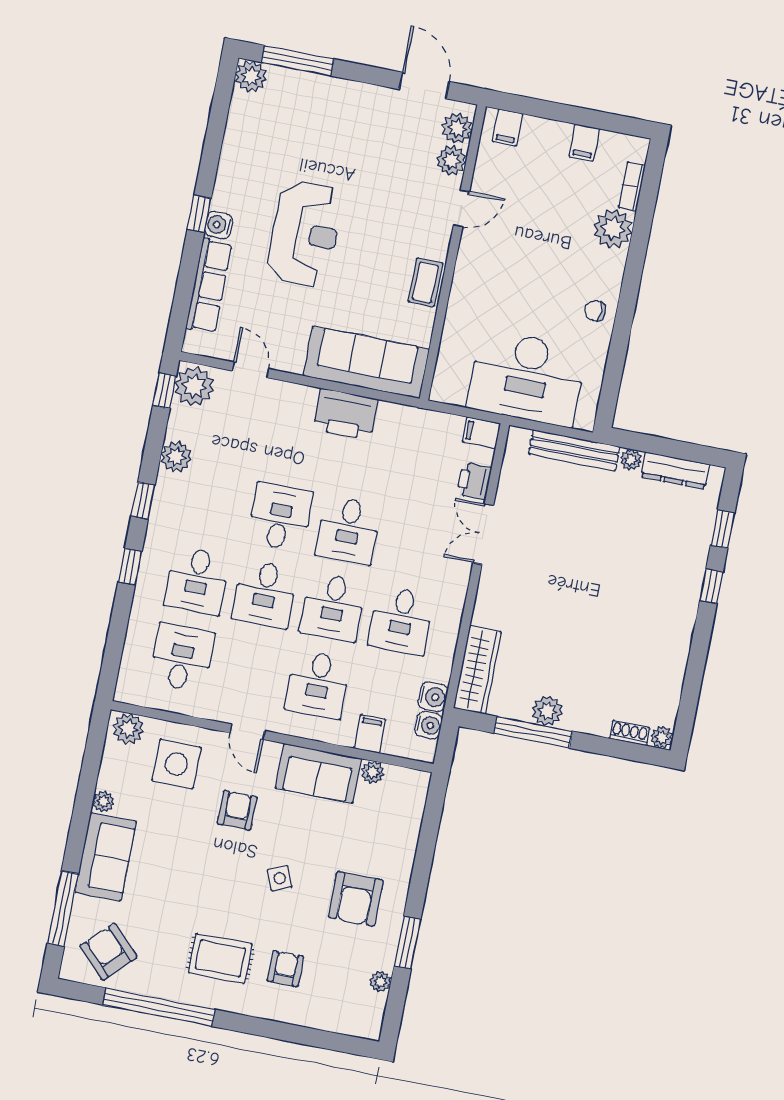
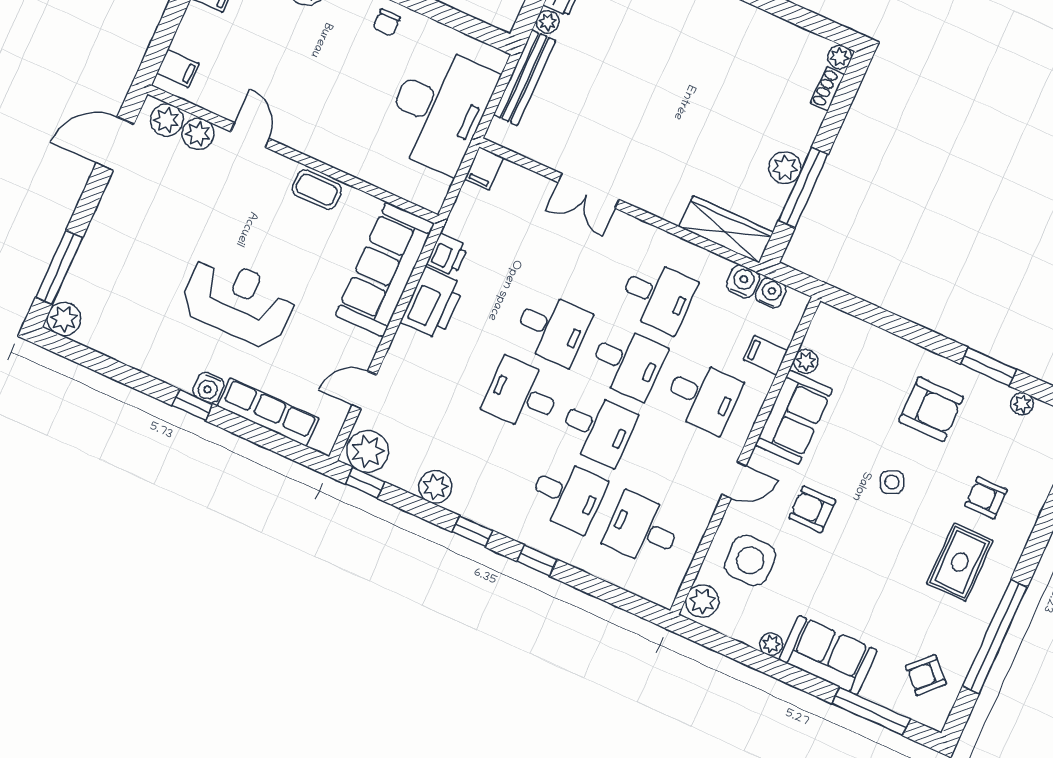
printer: (474, 481) -> (447, 255), moved, turned -90
armchair: (108, 952) -> (926, 675), width x0.72, depth x0.72

